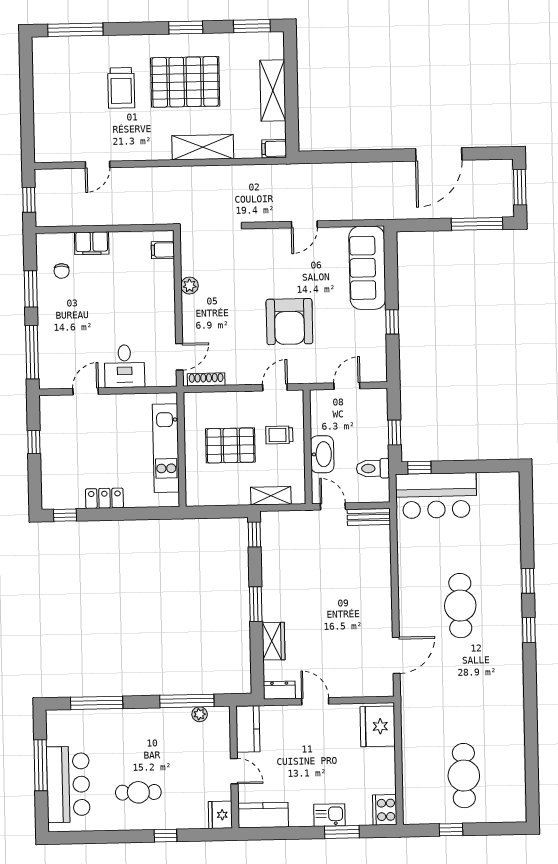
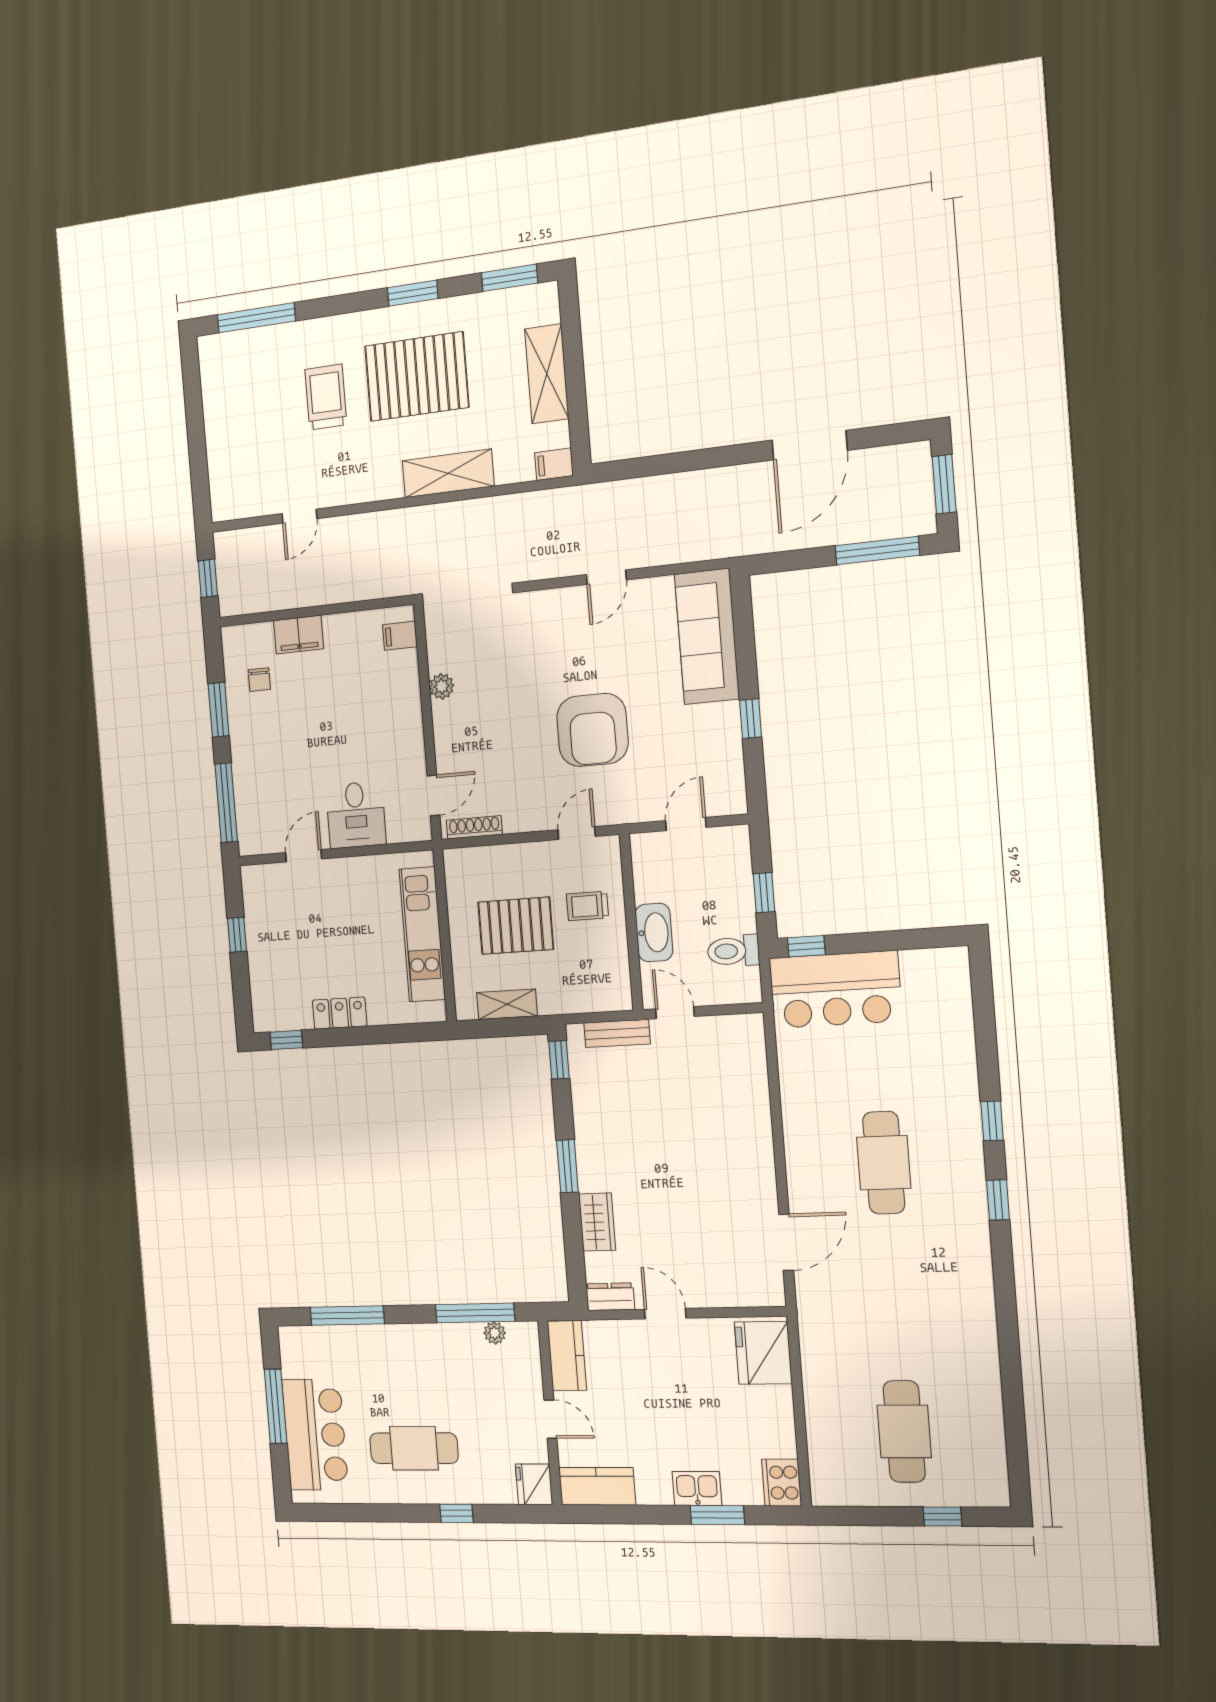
trolley: (121, 88) -> (326, 397), turned 180
shelving: (271, 496) -> (507, 1004), moved
bench: (369, 517) -> (617, 1033), moved
cafe table: (138, 792) -> (414, 1448), width x1.37, depth x1.35
window: (451, 830) -> (943, 1517), moved

